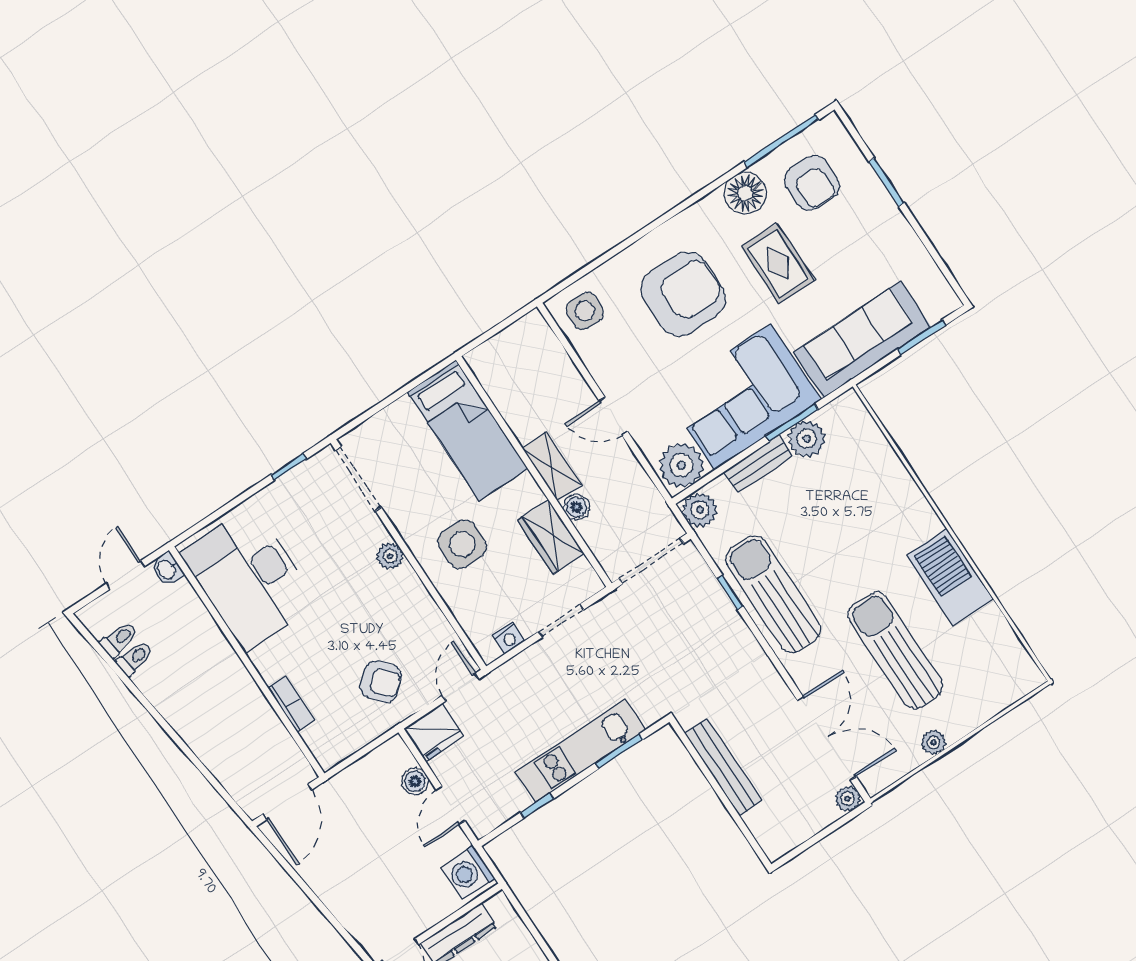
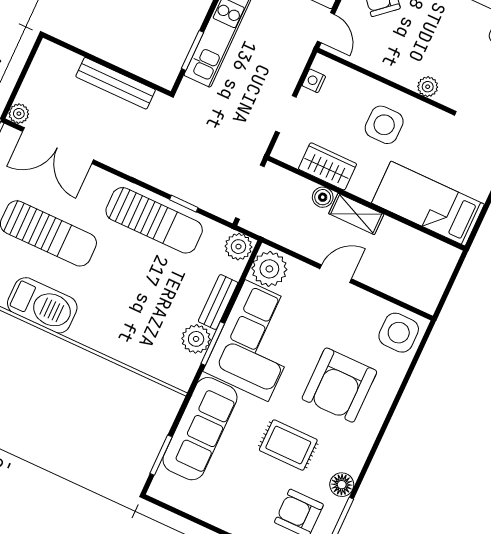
floor lamp: (745, 193) -> (342, 485), width x0.73, depth x0.73
side table: (585, 311) -> (399, 333), width x1.37, depth x1.37

